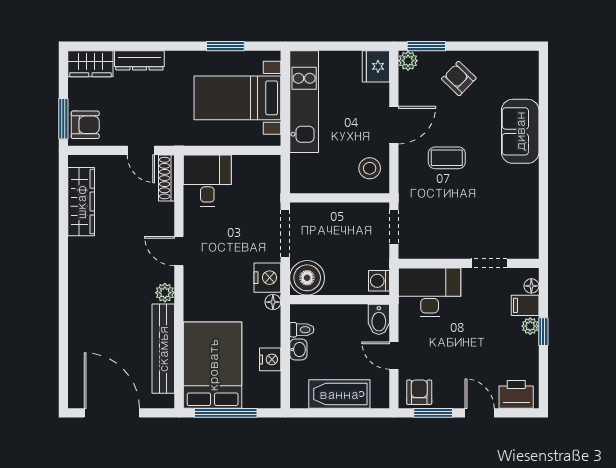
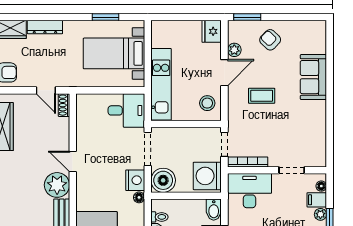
plant: (408, 61) -> (234, 50), moved
kitchen unit: (304, 102) -> (161, 84), moved
shoe rack: (166, 178) -> (64, 105), width x0.70
desk: (207, 181) -> (126, 110), moved, turned 90
bookcase: (427, 252) -> (248, 162), added
washing machine: (379, 281) -> (207, 176), width x1.89, depth x1.89
plant: (165, 293) -> (57, 185), width x1.88, depth x1.88

